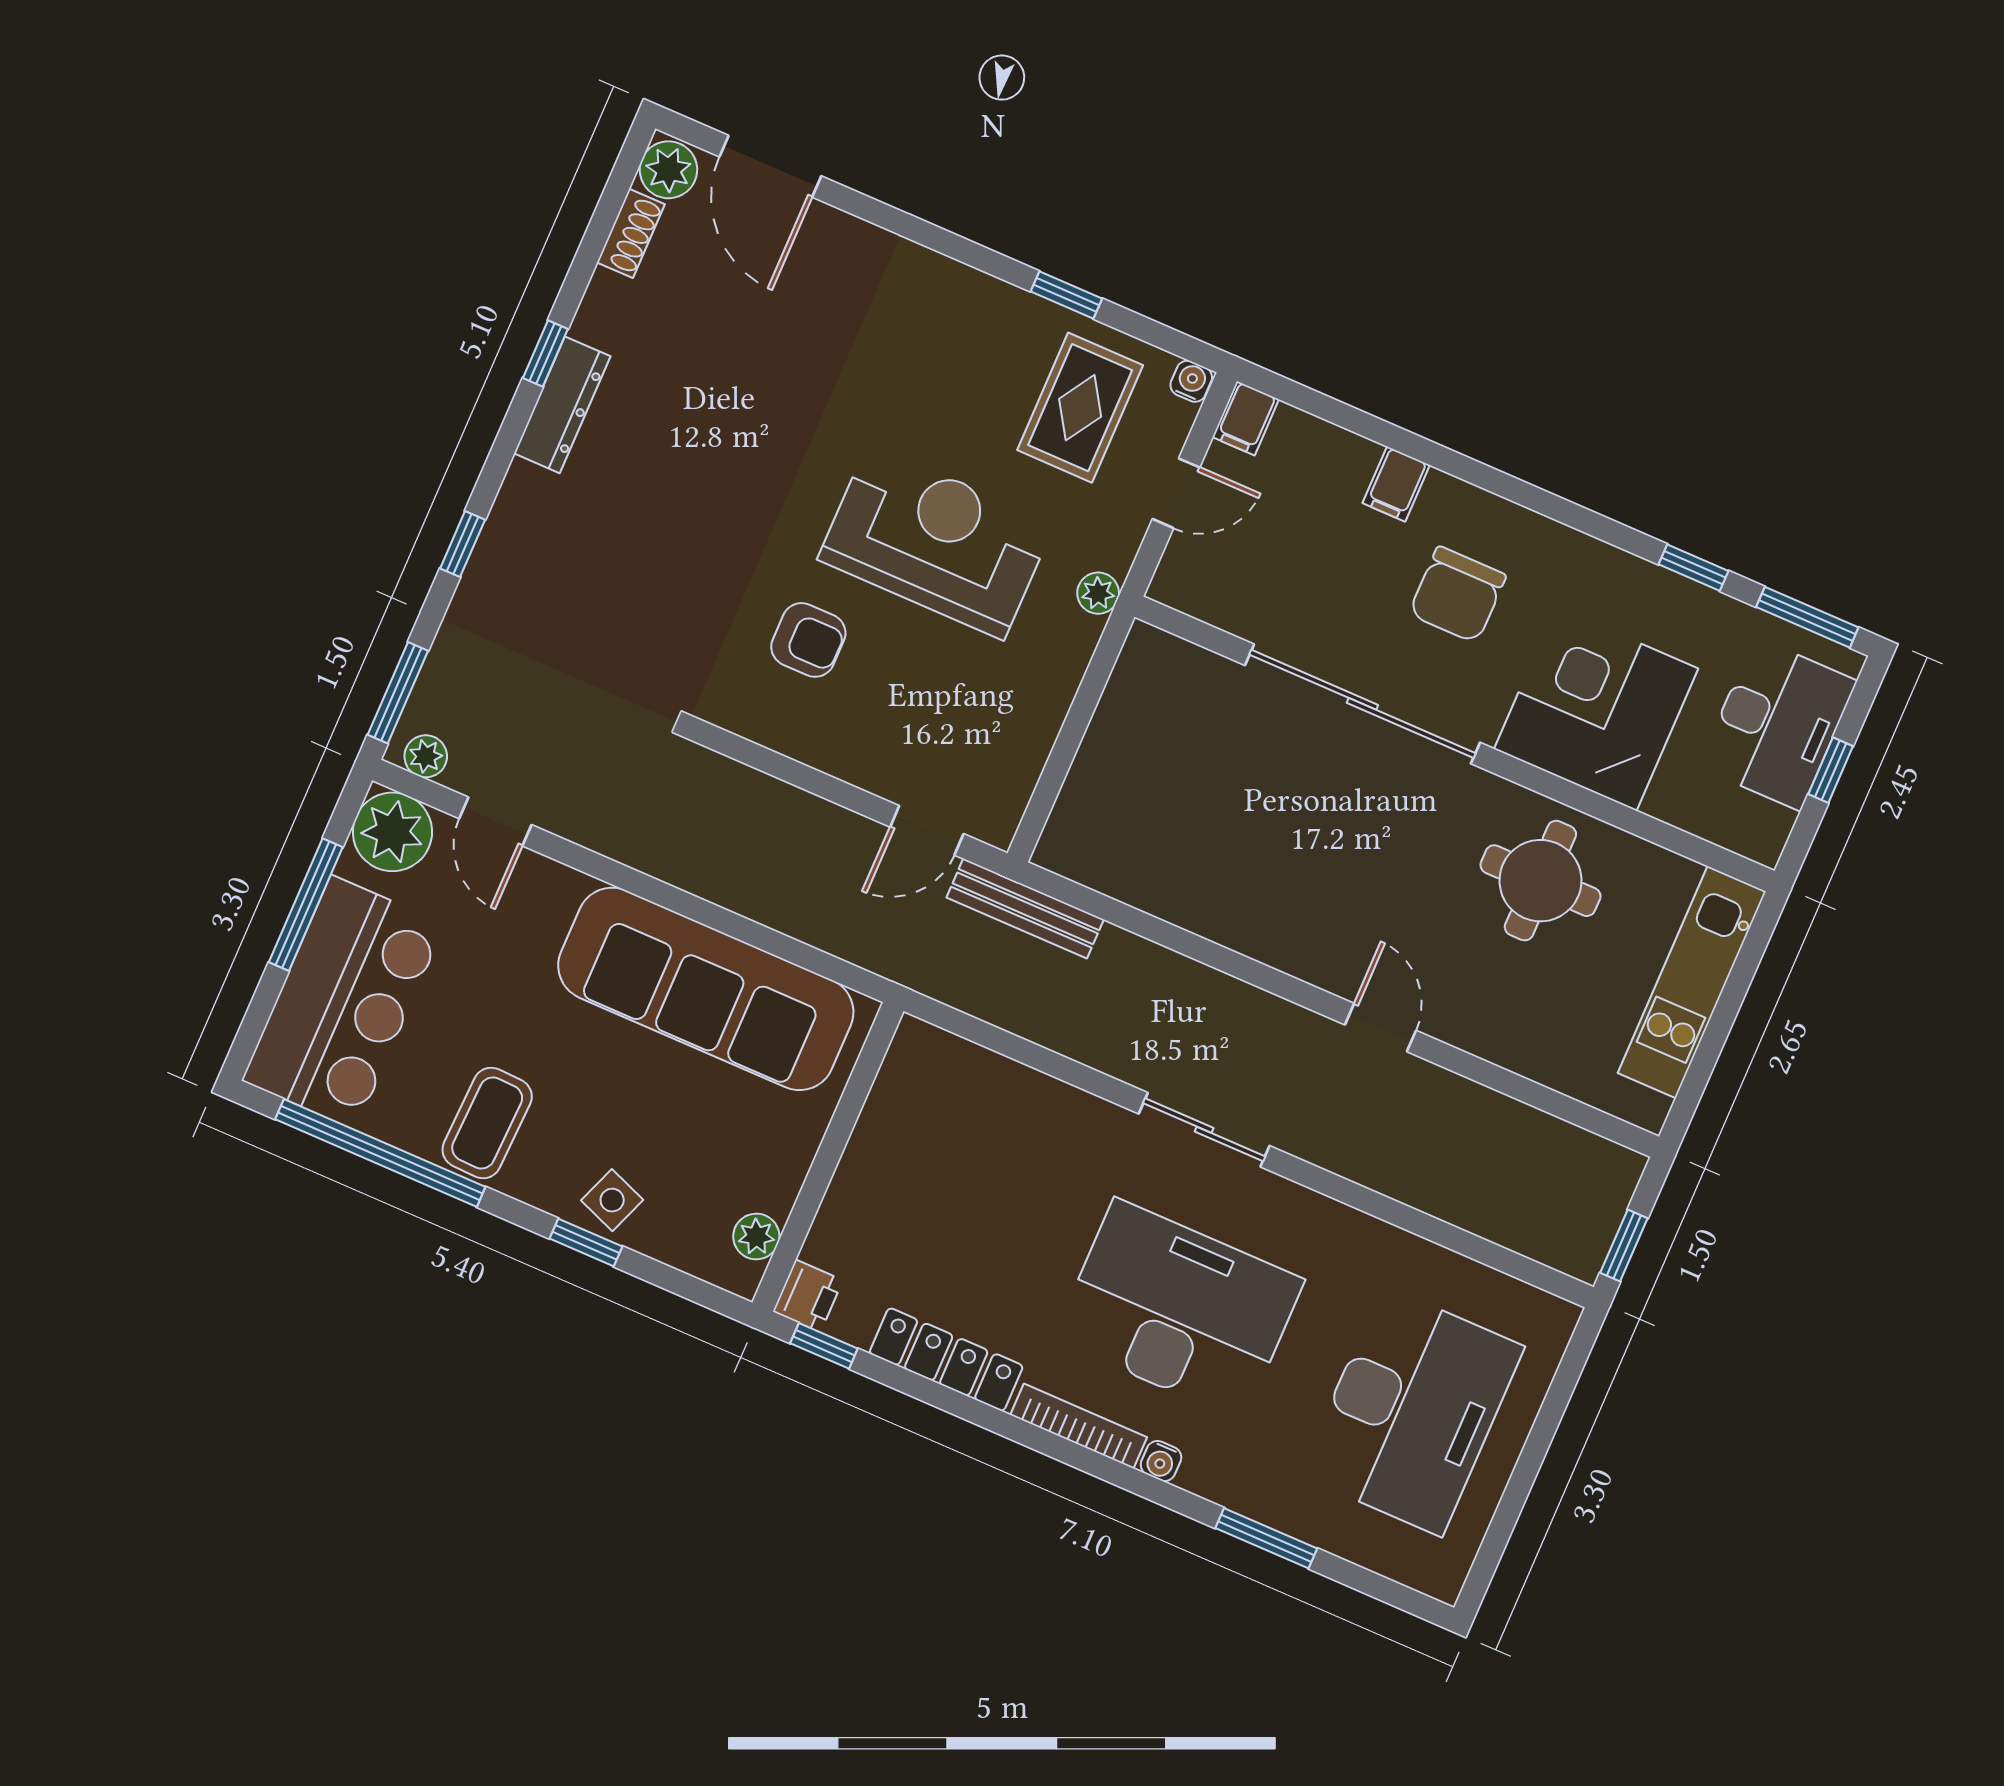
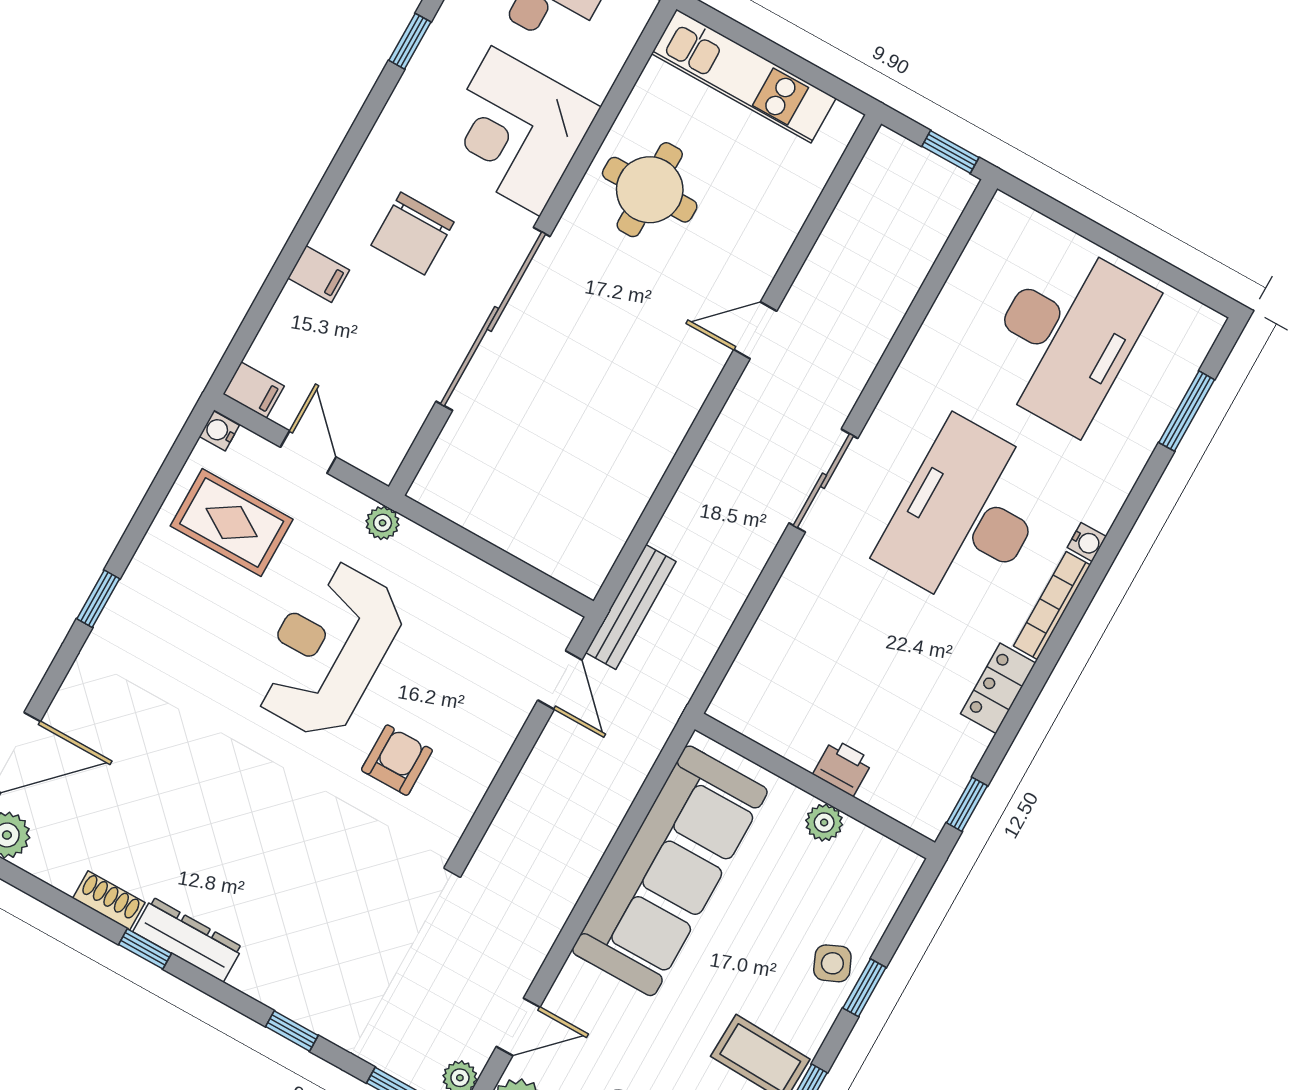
shoe rack: (631, 233) -> (109, 900), moved
window: (1066, 295) -> (98, 599), moved
chair: (1457, 595) -> (413, 234), turned 90
side table: (612, 1200) -> (832, 963), turned 45
plant: (756, 1237) -> (824, 823), moved
printer: (808, 1296) -> (843, 767), moved
locker: (946, 1360) -> (998, 688), width x0.66
desk: (1412, 1411) -> (1067, 336), turned 90
window: (1266, 1538) -> (1187, 411), moved

